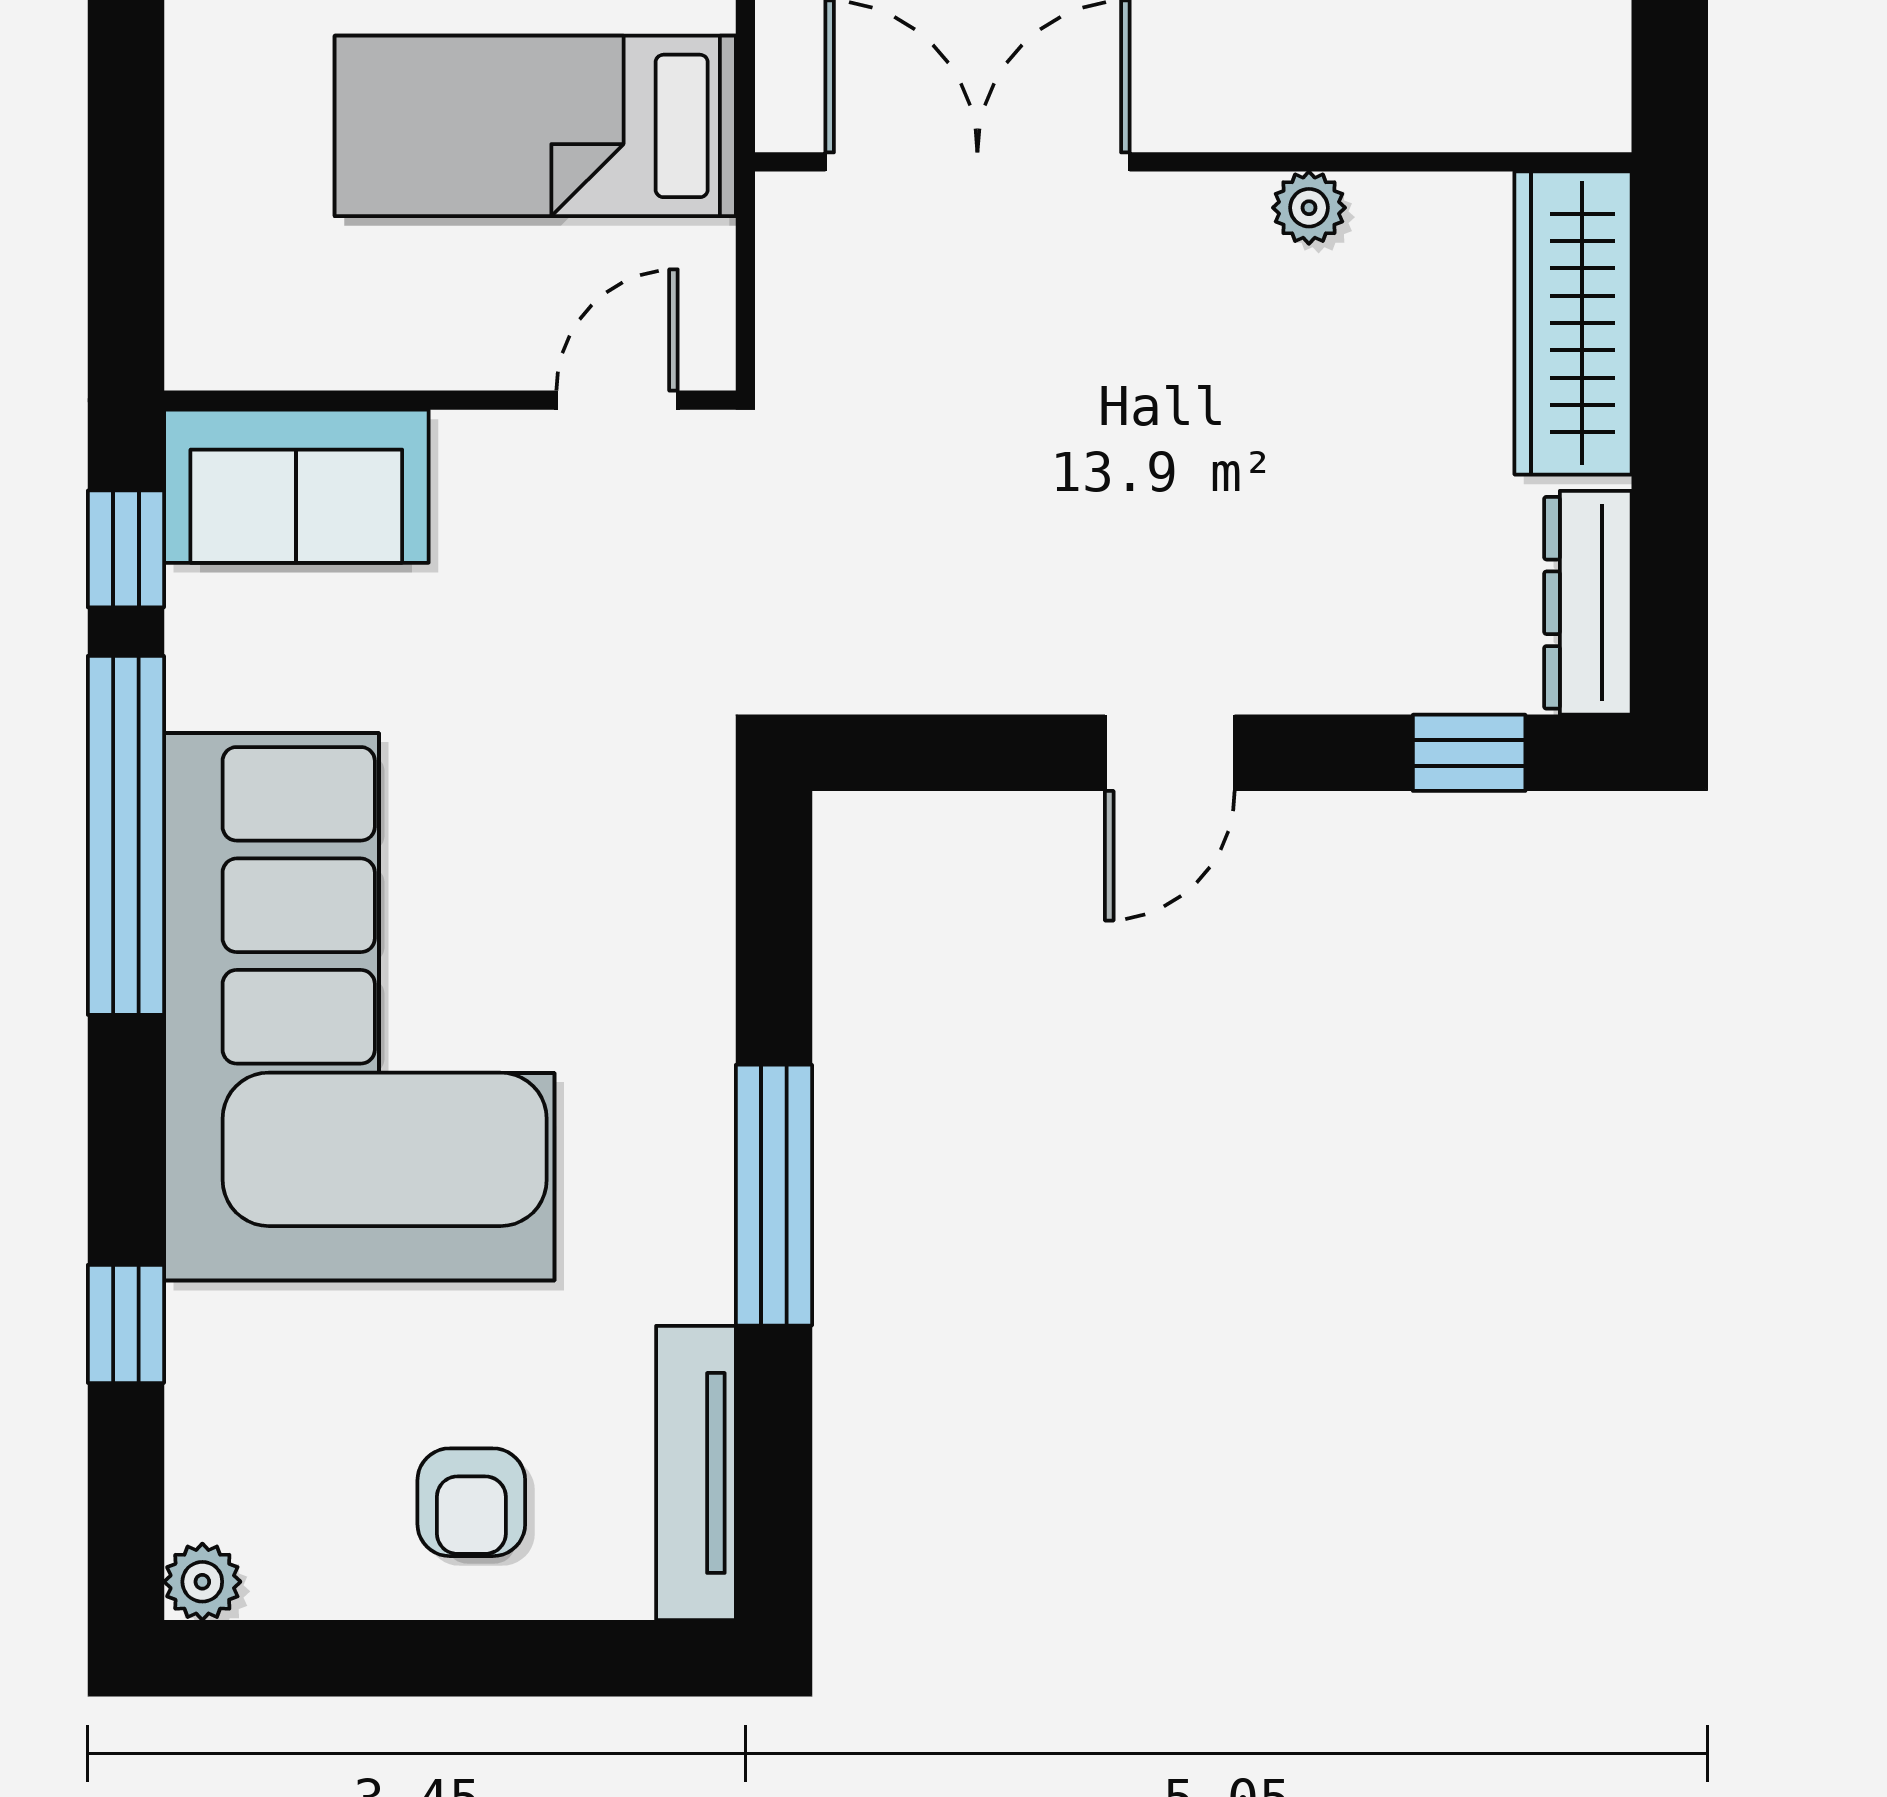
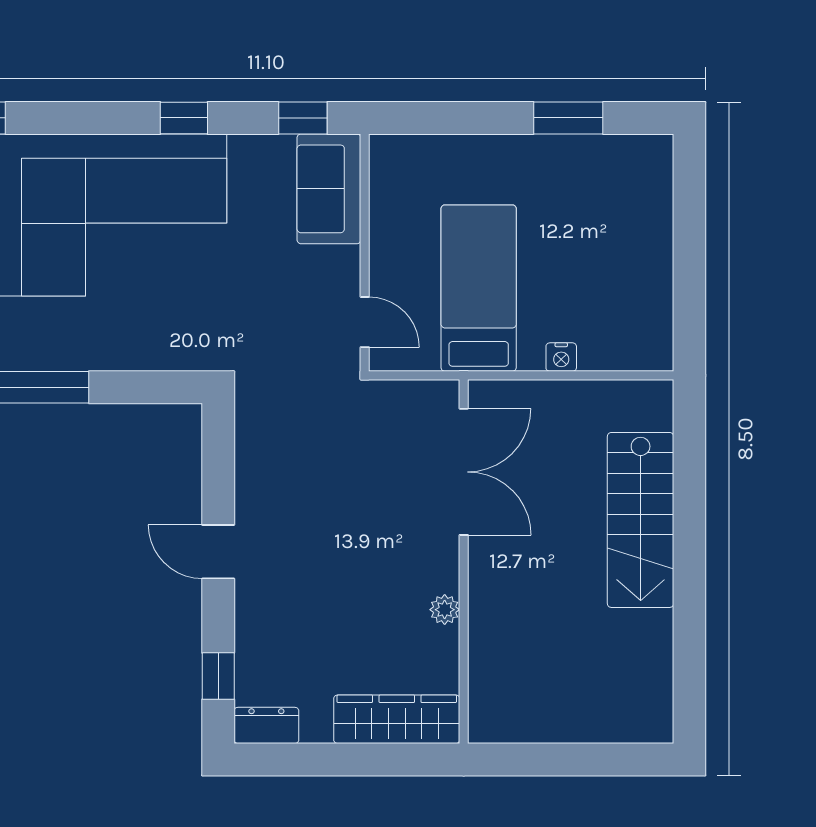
dresser: (1588, 603) -> (266, 725), width x0.70
window: (126, 835) -> (184, 118), width x0.32

